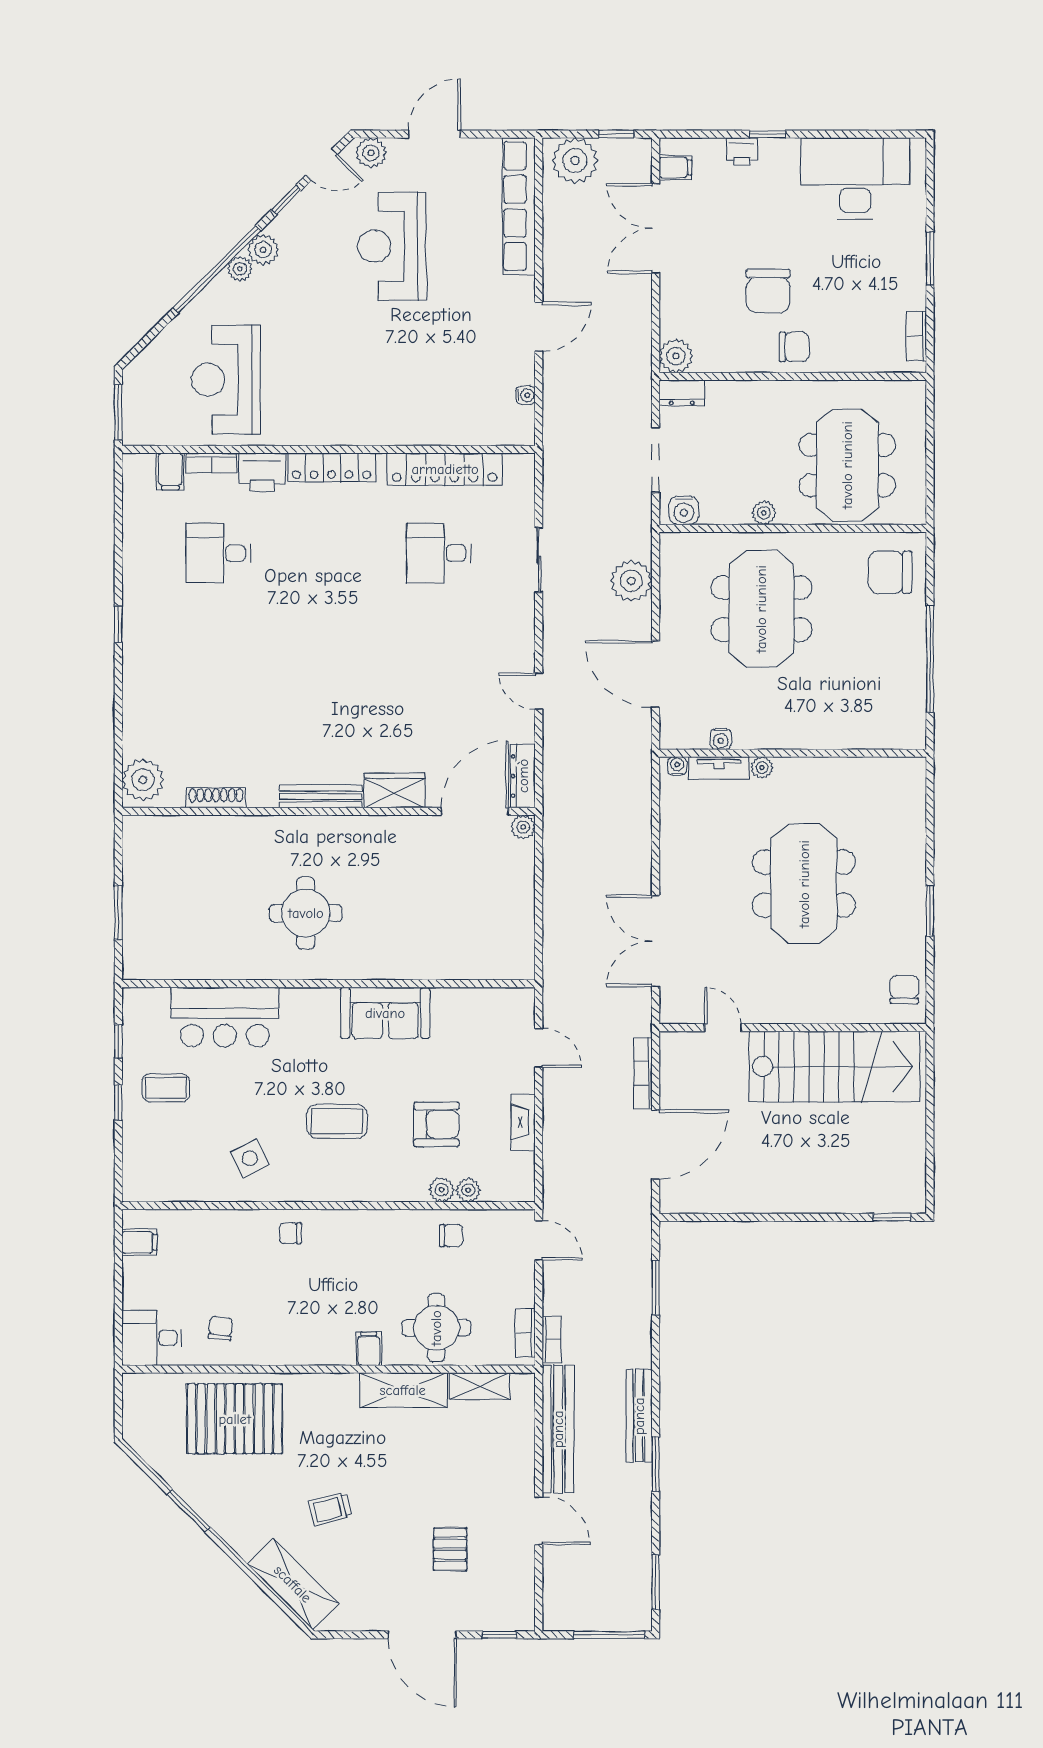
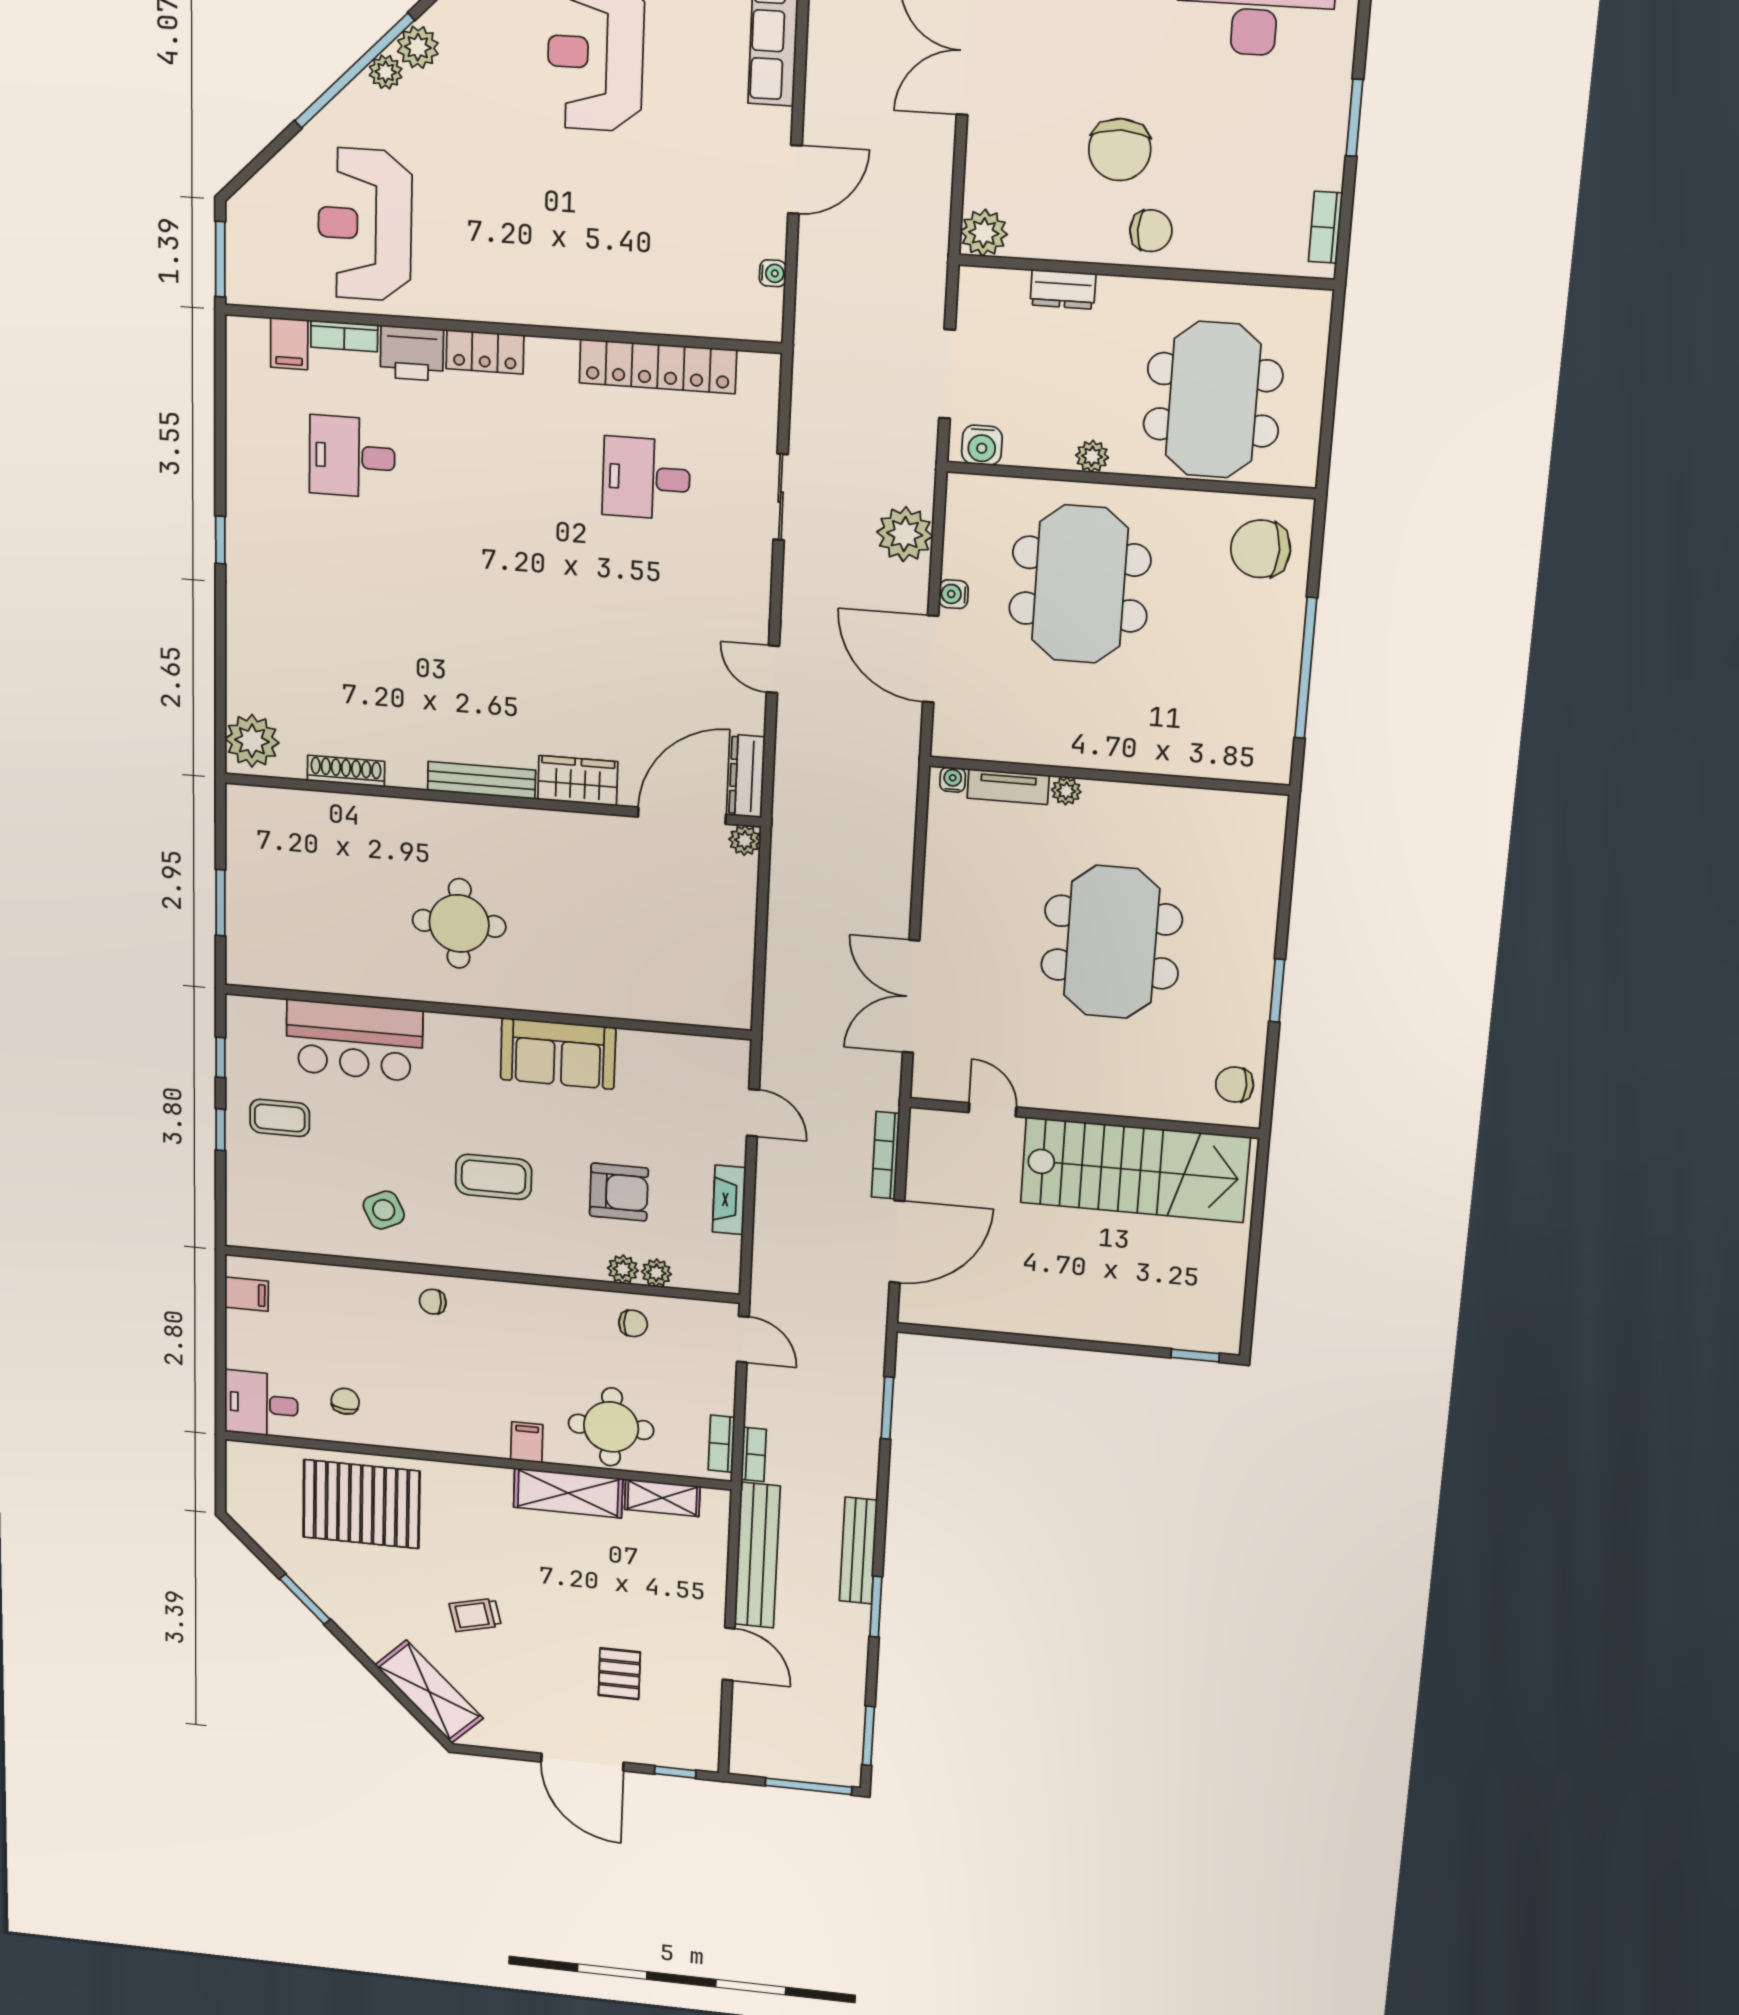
dresser: (682, 393) -> (1063, 289), moved
locker: (332, 467) -> (485, 352), width x0.66
water cooler: (721, 739) -> (954, 594), moved, turned 90
chair: (904, 989) -> (1235, 1085), turned -90

